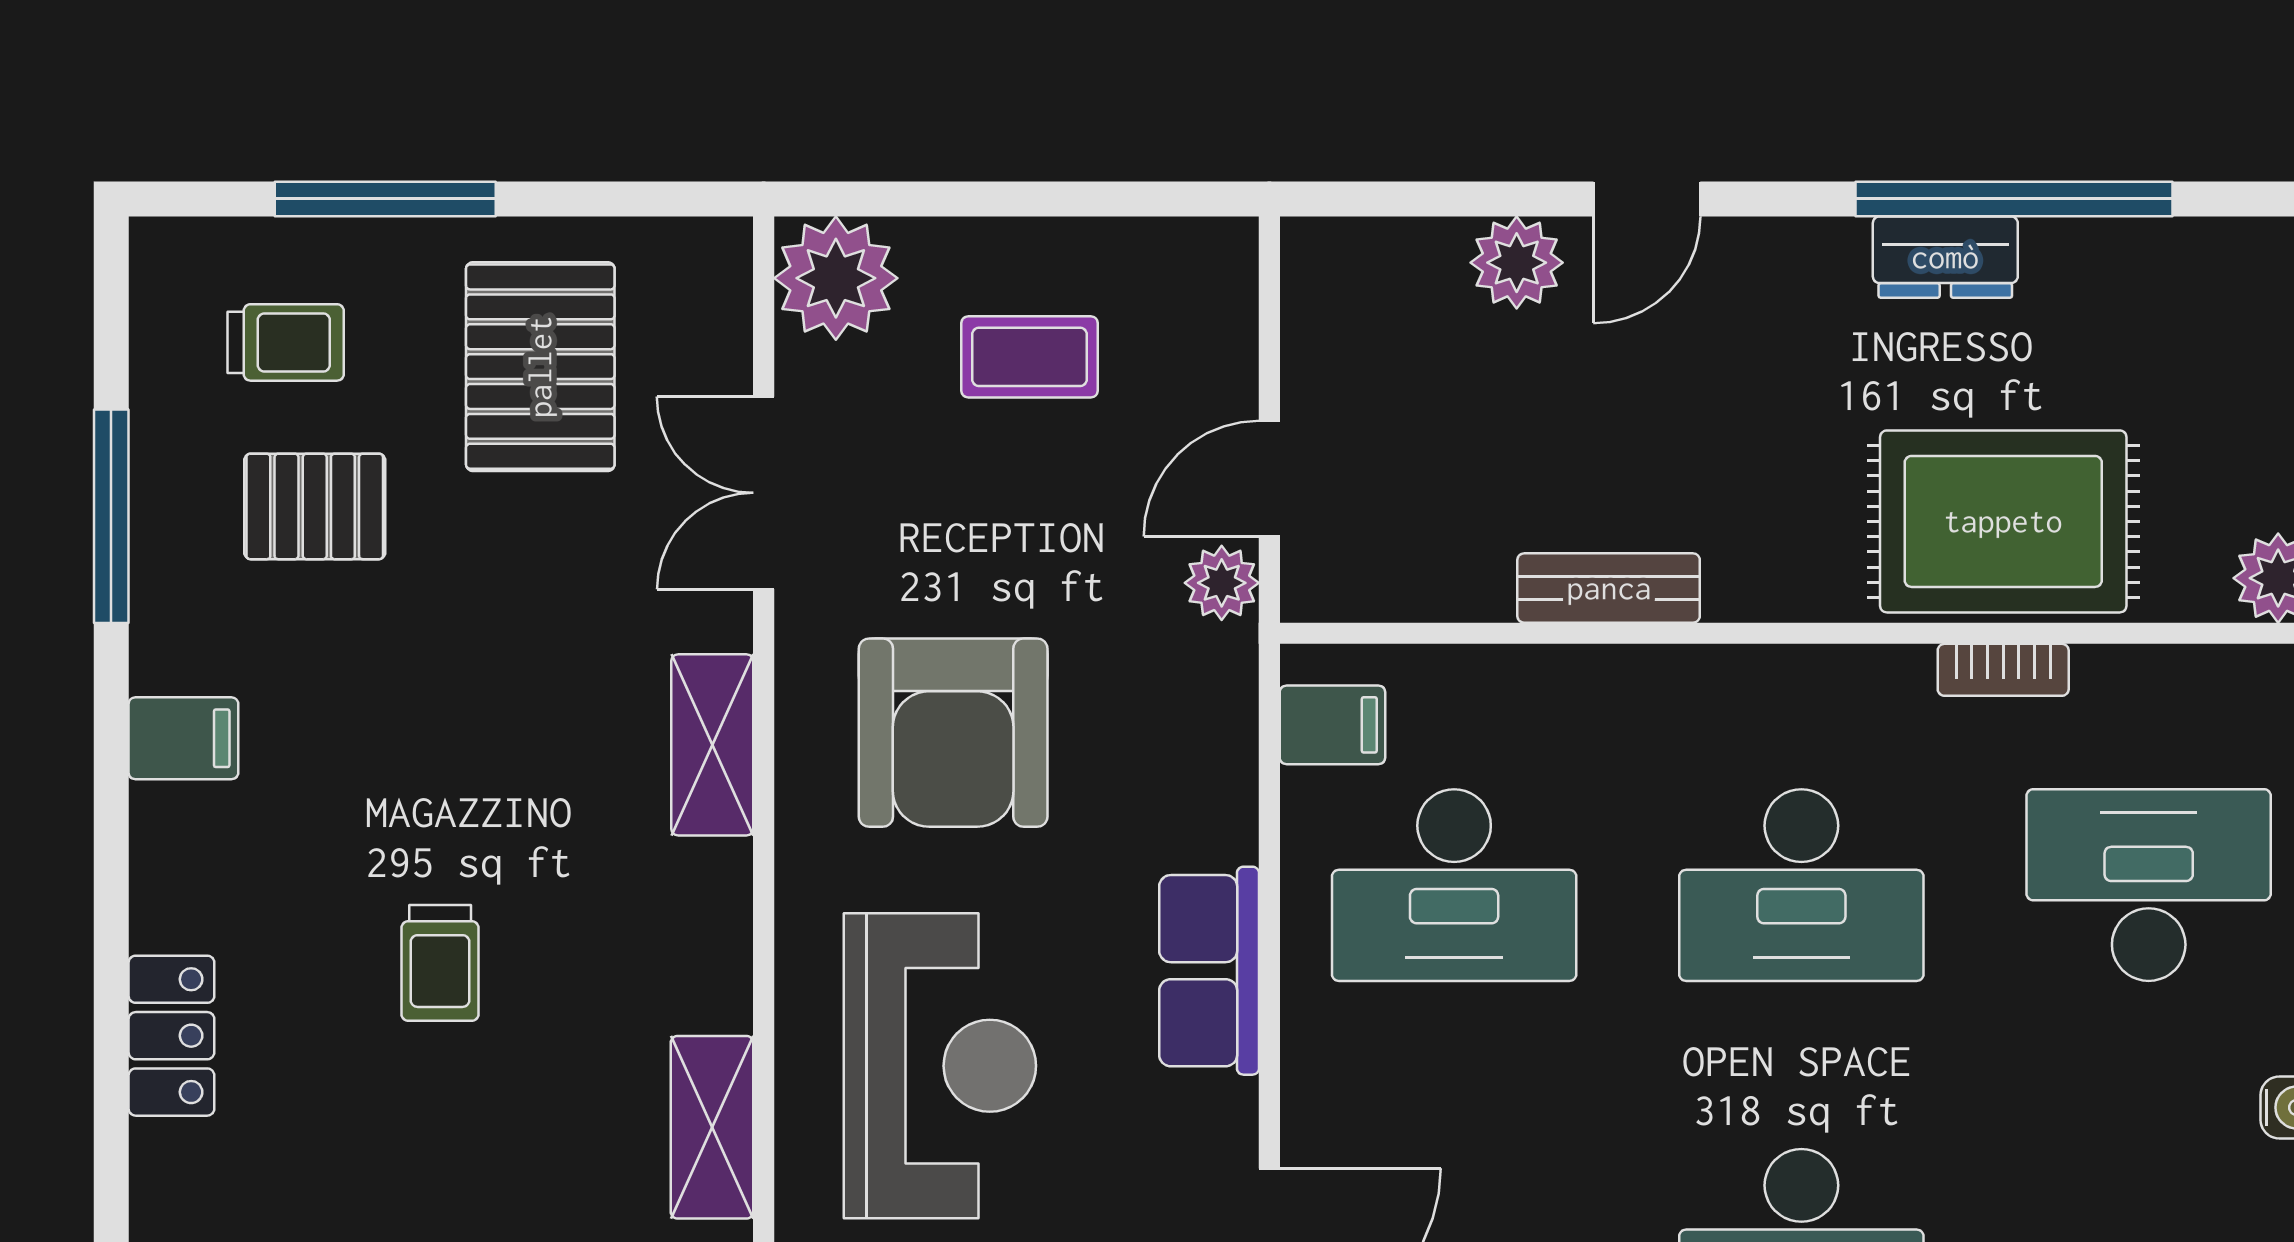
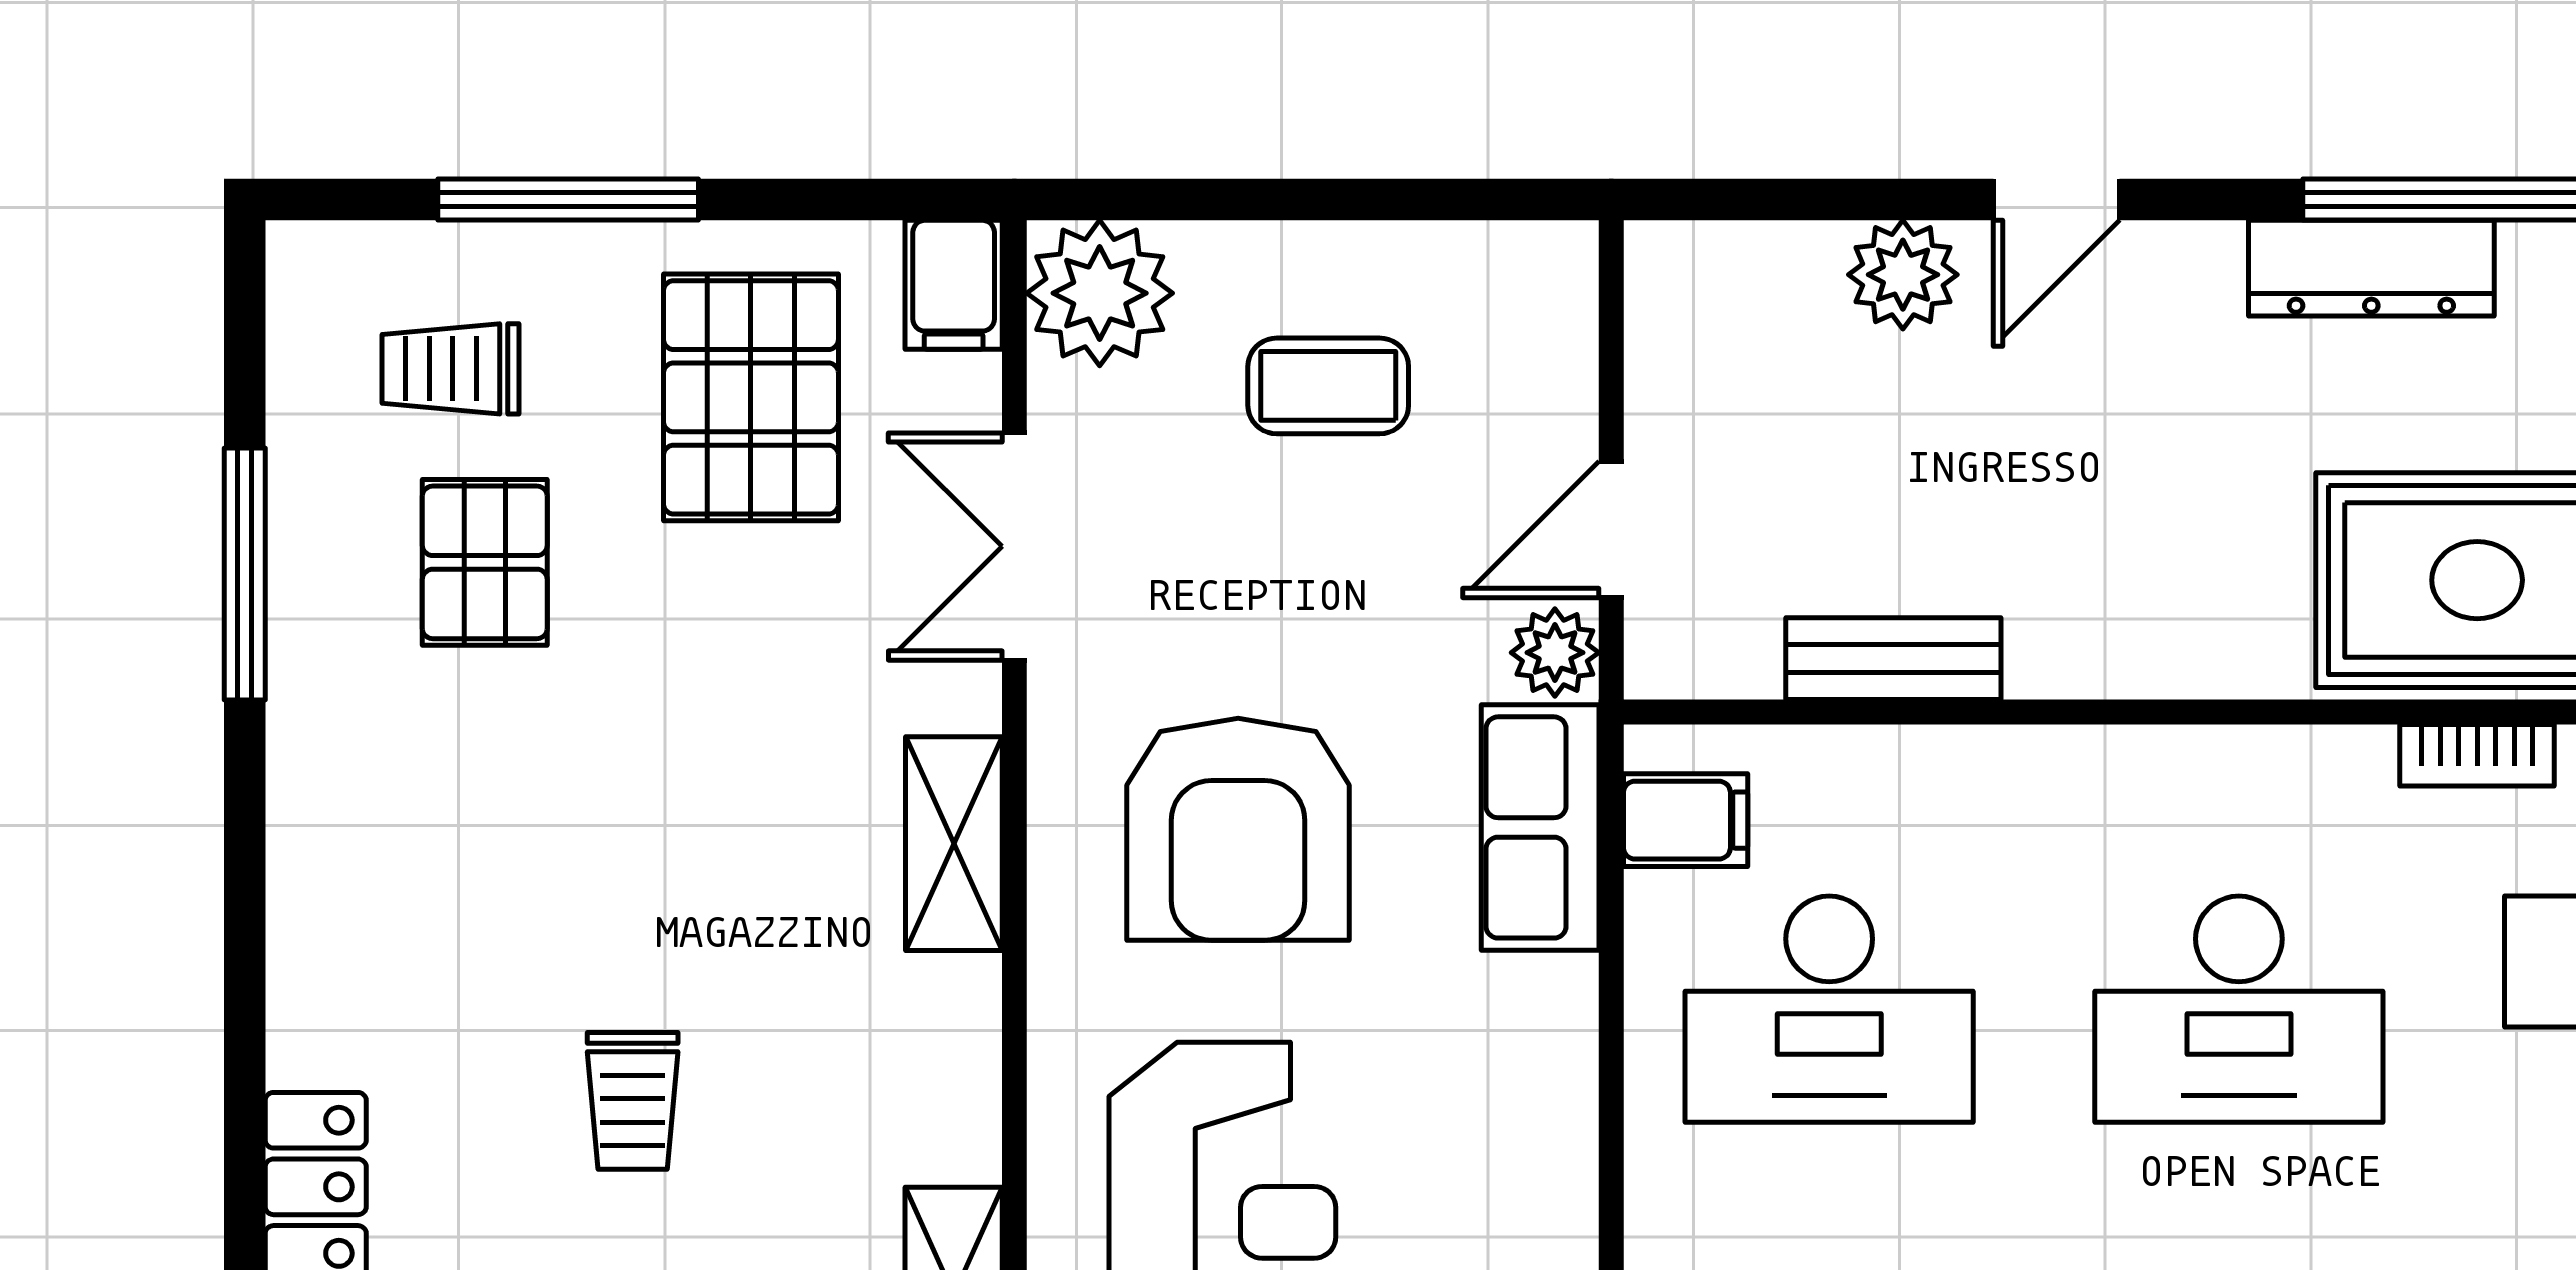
dresser: (1945, 257) -> (2371, 268), width x1.44
trolley: (286, 342) -> (450, 369), turned 180
pallet: (315, 506) -> (485, 562), turned 90
bench: (1609, 588) -> (1893, 659), moved
filing cabinet: (183, 738) -> (954, 285), moved, turned 90
row of seats: (1209, 971) -> (1540, 827), moved

